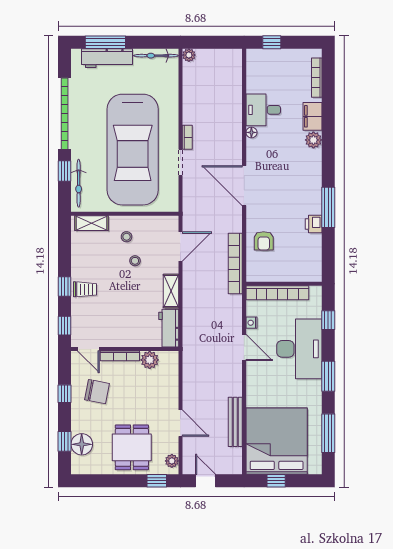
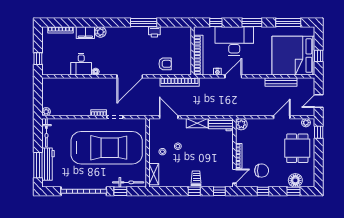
plant: (150, 360) -> (241, 124), moved
chair: (97, 392) -> (262, 171), turned 79
dining table: (132, 447) -> (297, 148), turned 90

